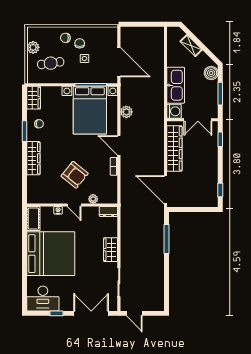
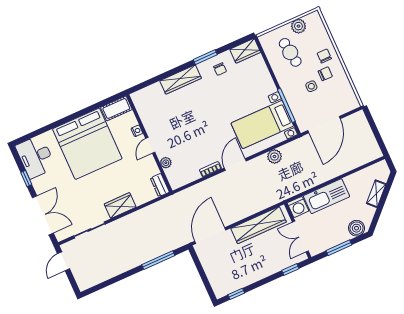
bed with nightstands: (90, 110) -> (262, 124), width x0.73
armchair: (75, 175) -> (183, 131), removed

